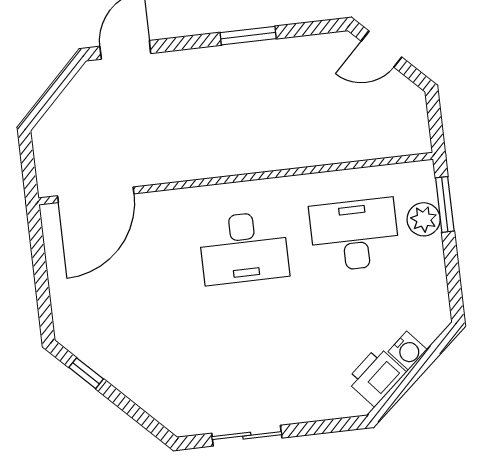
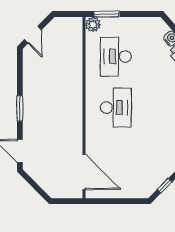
window: (248, 36) -> (20, 108), moved
plant: (424, 219) -> (93, 24), moved

